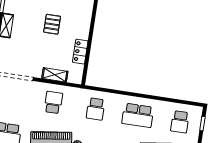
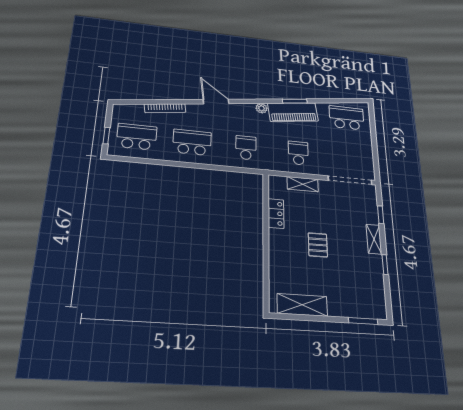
school desk: (53, 102) -> (298, 153), turned 180
school desk: (180, 122) -> (137, 137), width x1.85

